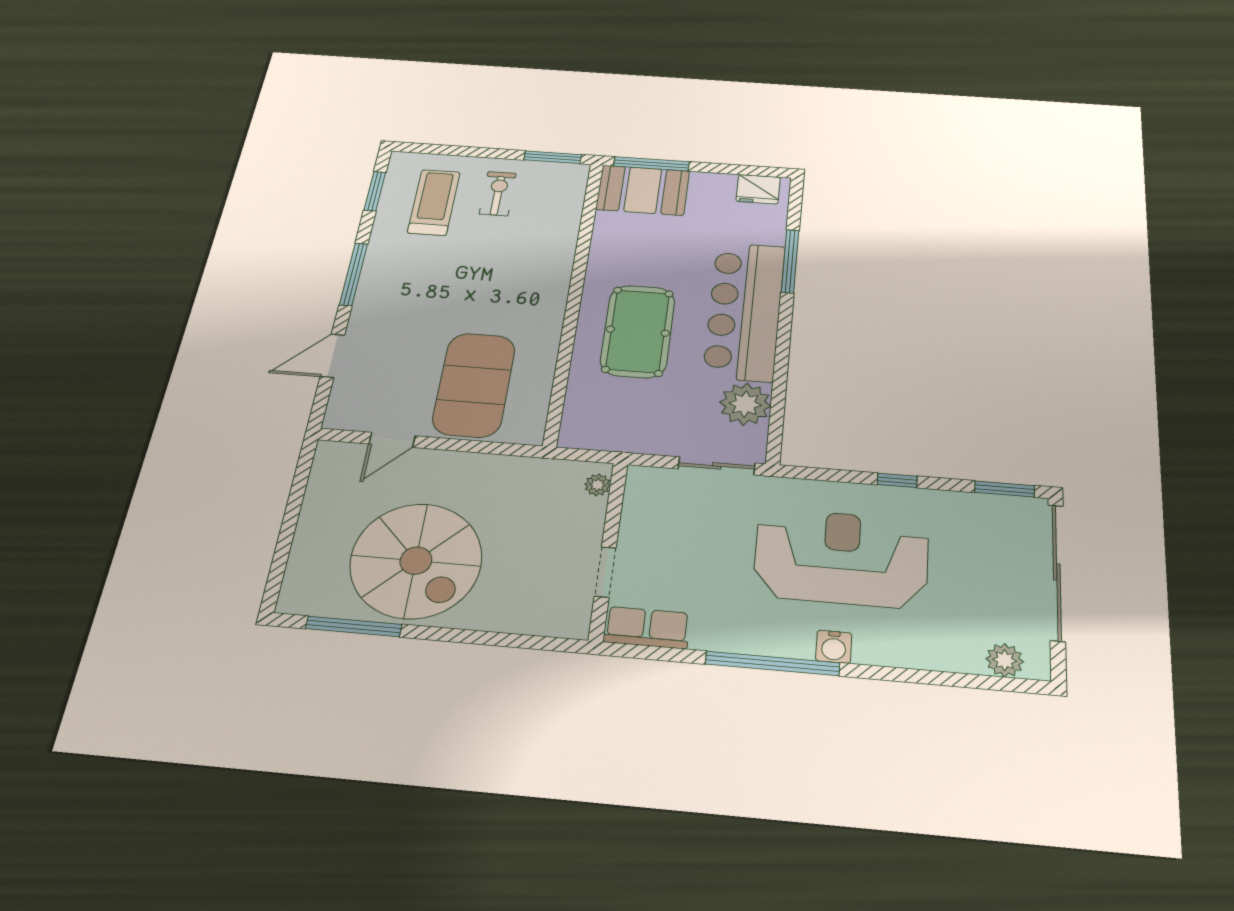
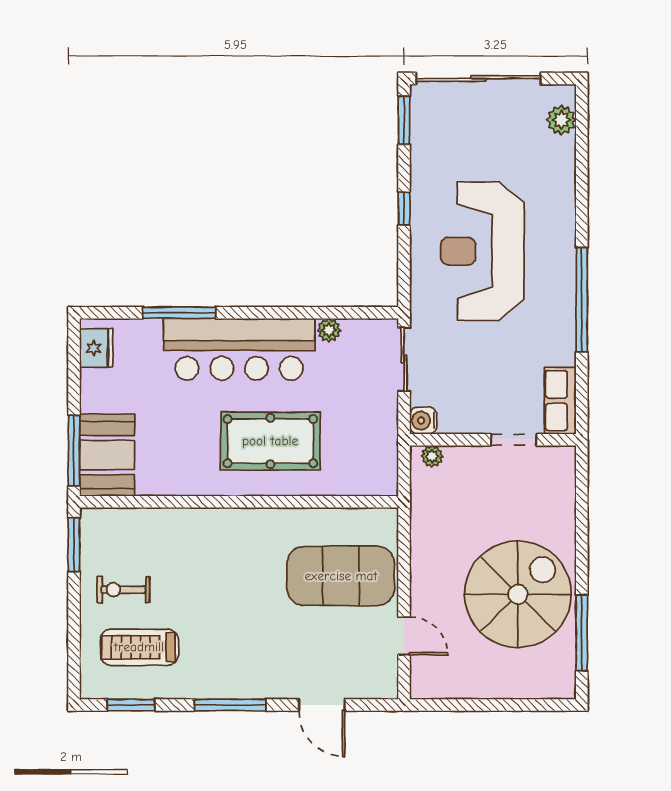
plant: (745, 404) -> (329, 330), width x0.53, depth x0.53
water cooler: (834, 647) -> (423, 421), moved, turned 180

